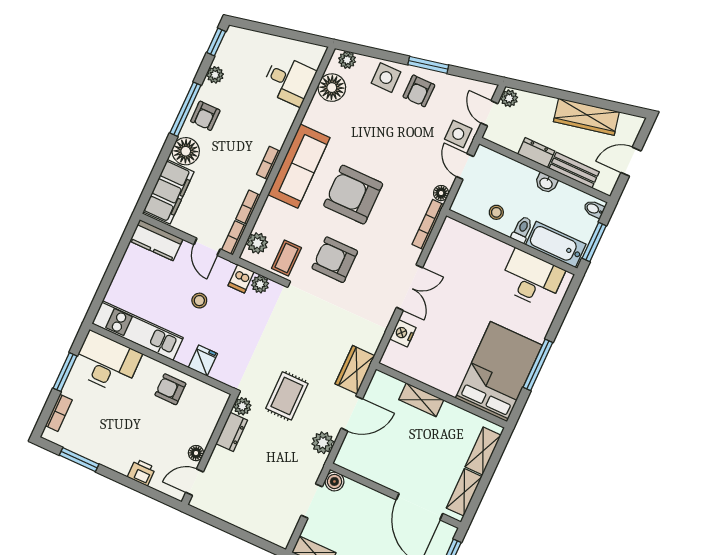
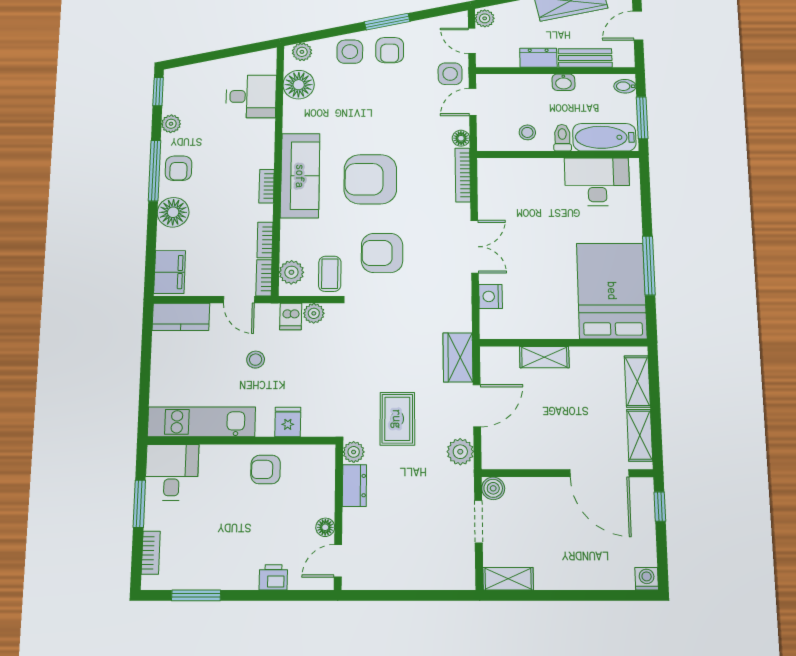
door: (465, 166) -> (473, 102), hinge flipped
filing cabinet: (169, 192) -> (170, 272), width x0.67, depth x0.86
desk: (106, 363) -> (172, 472), width x0.73

